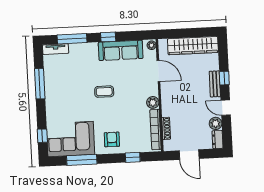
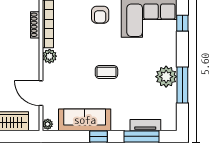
tv unit: (56, 49) -> (145, 125), moved
plant: (54, 90) -> (166, 77), added

